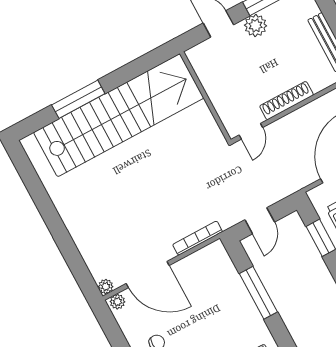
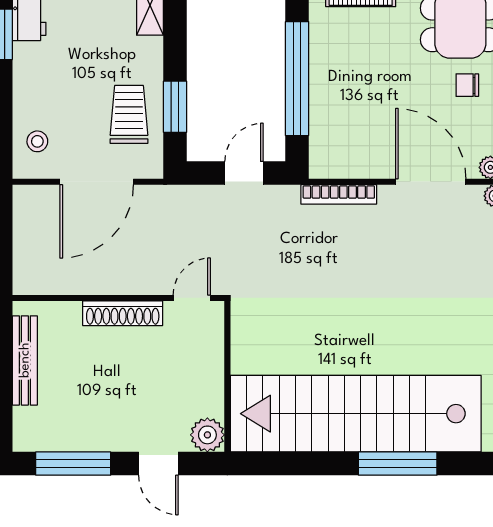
plant: (256, 25) -> (207, 435), moved
window: (258, 293) -> (297, 79), width x1.46

